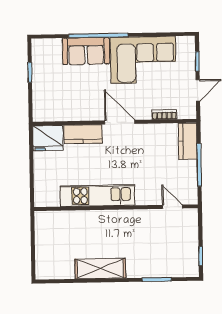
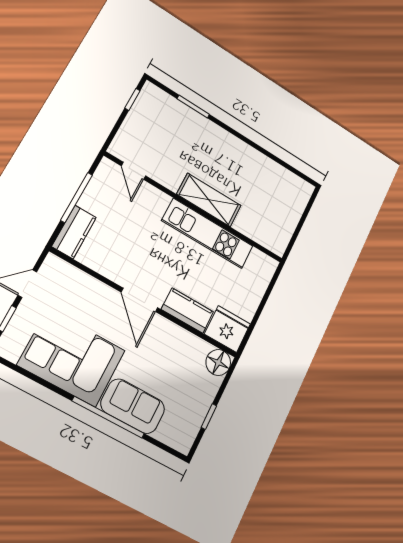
floor lamp: (42, 112) -> (218, 362), added
bookcase: (164, 114) -> (84, 279), removed
shelving: (100, 269) -> (209, 200), moved

